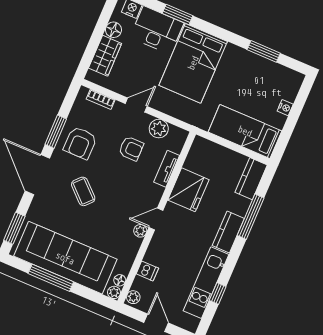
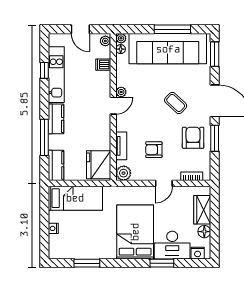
plant: (159, 129) -> (124, 173), moved
fridge: (188, 190) -> (99, 165), moved

